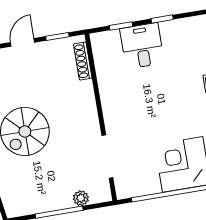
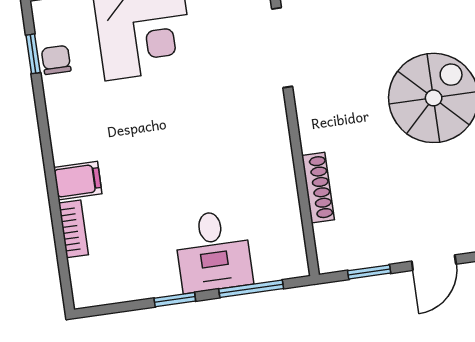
window: (121, 26) -> (251, 289), width x1.50
shoe rack: (83, 61) -> (318, 188), moved

